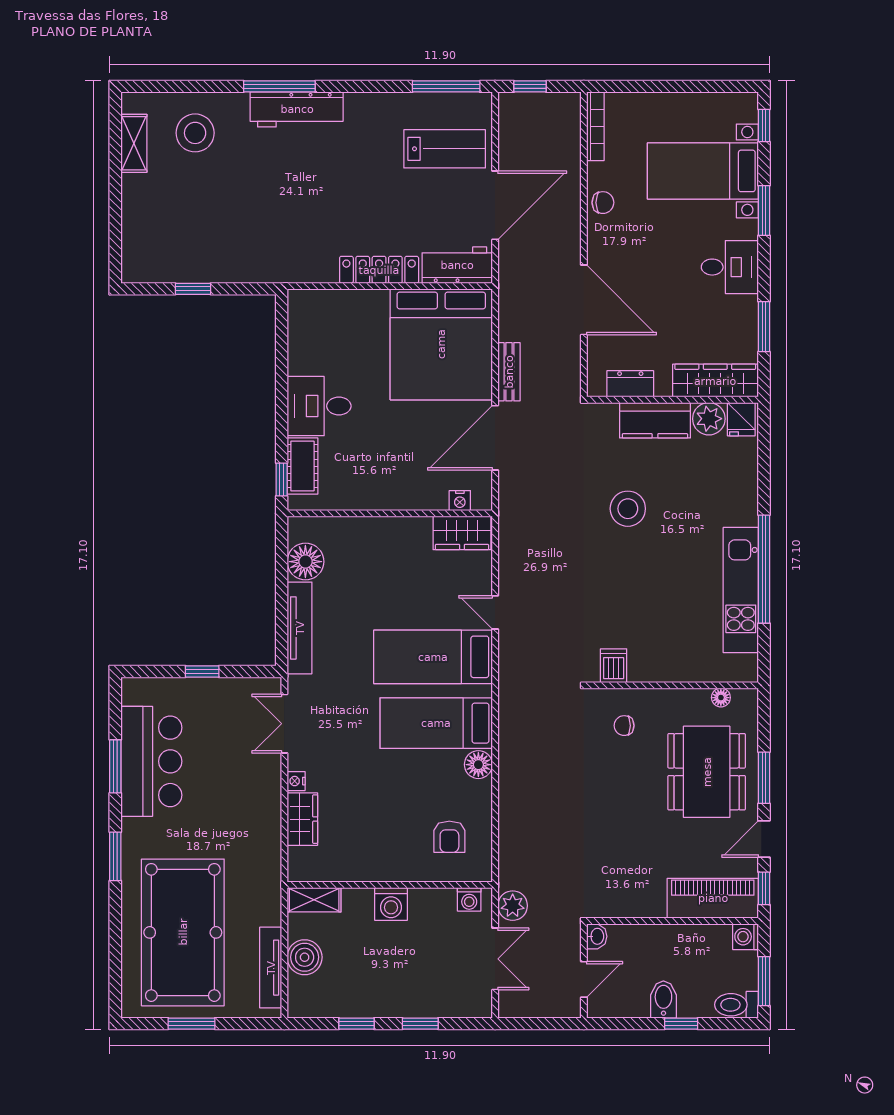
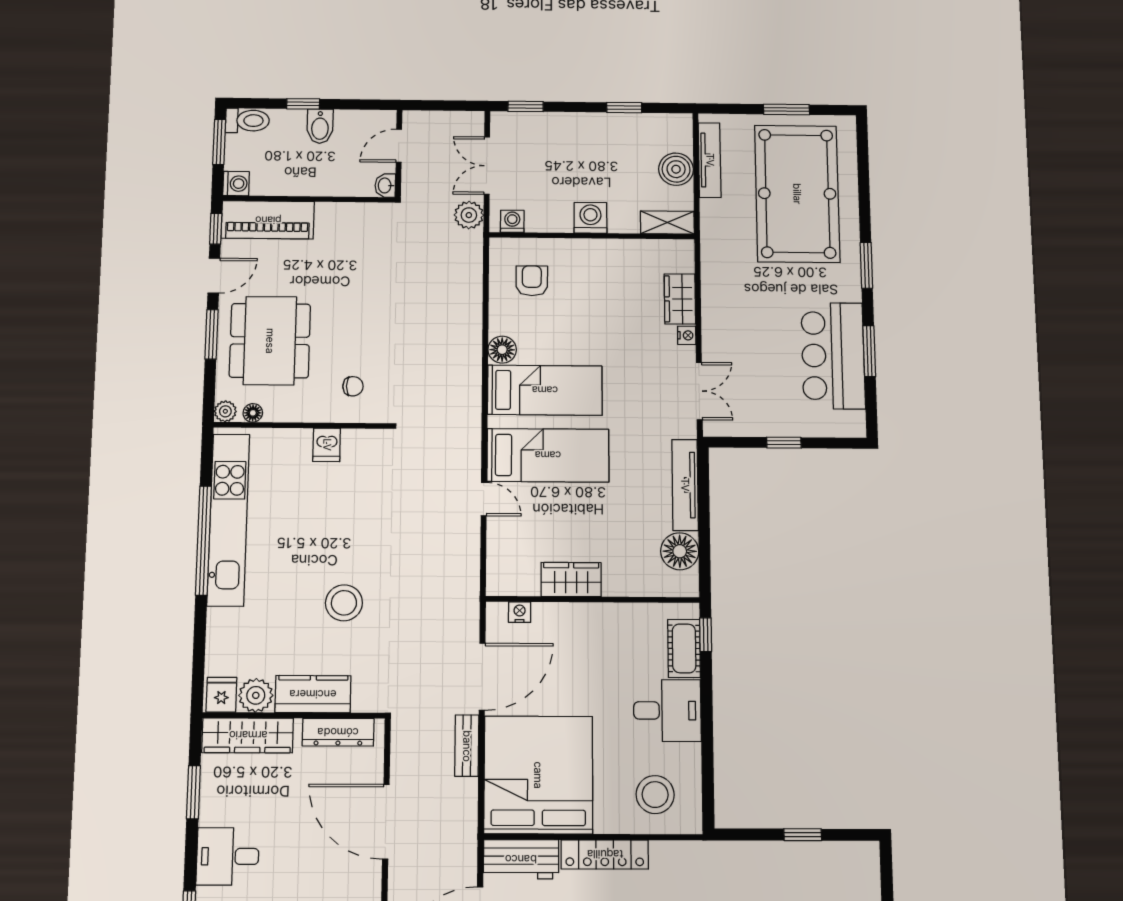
stool: (331, 326) -> (655, 795), added
dresser: (630, 384) -> (338, 732), width x1.44
wardrobe: (462, 533) -> (571, 579), moved
kitchen unit: (741, 590) -> (228, 520), width x1.36
dishwasher: (614, 666) -> (327, 445), moved
plant: (748, 699) -> (225, 411), added
window: (420, 1024) -> (526, 106), moved

